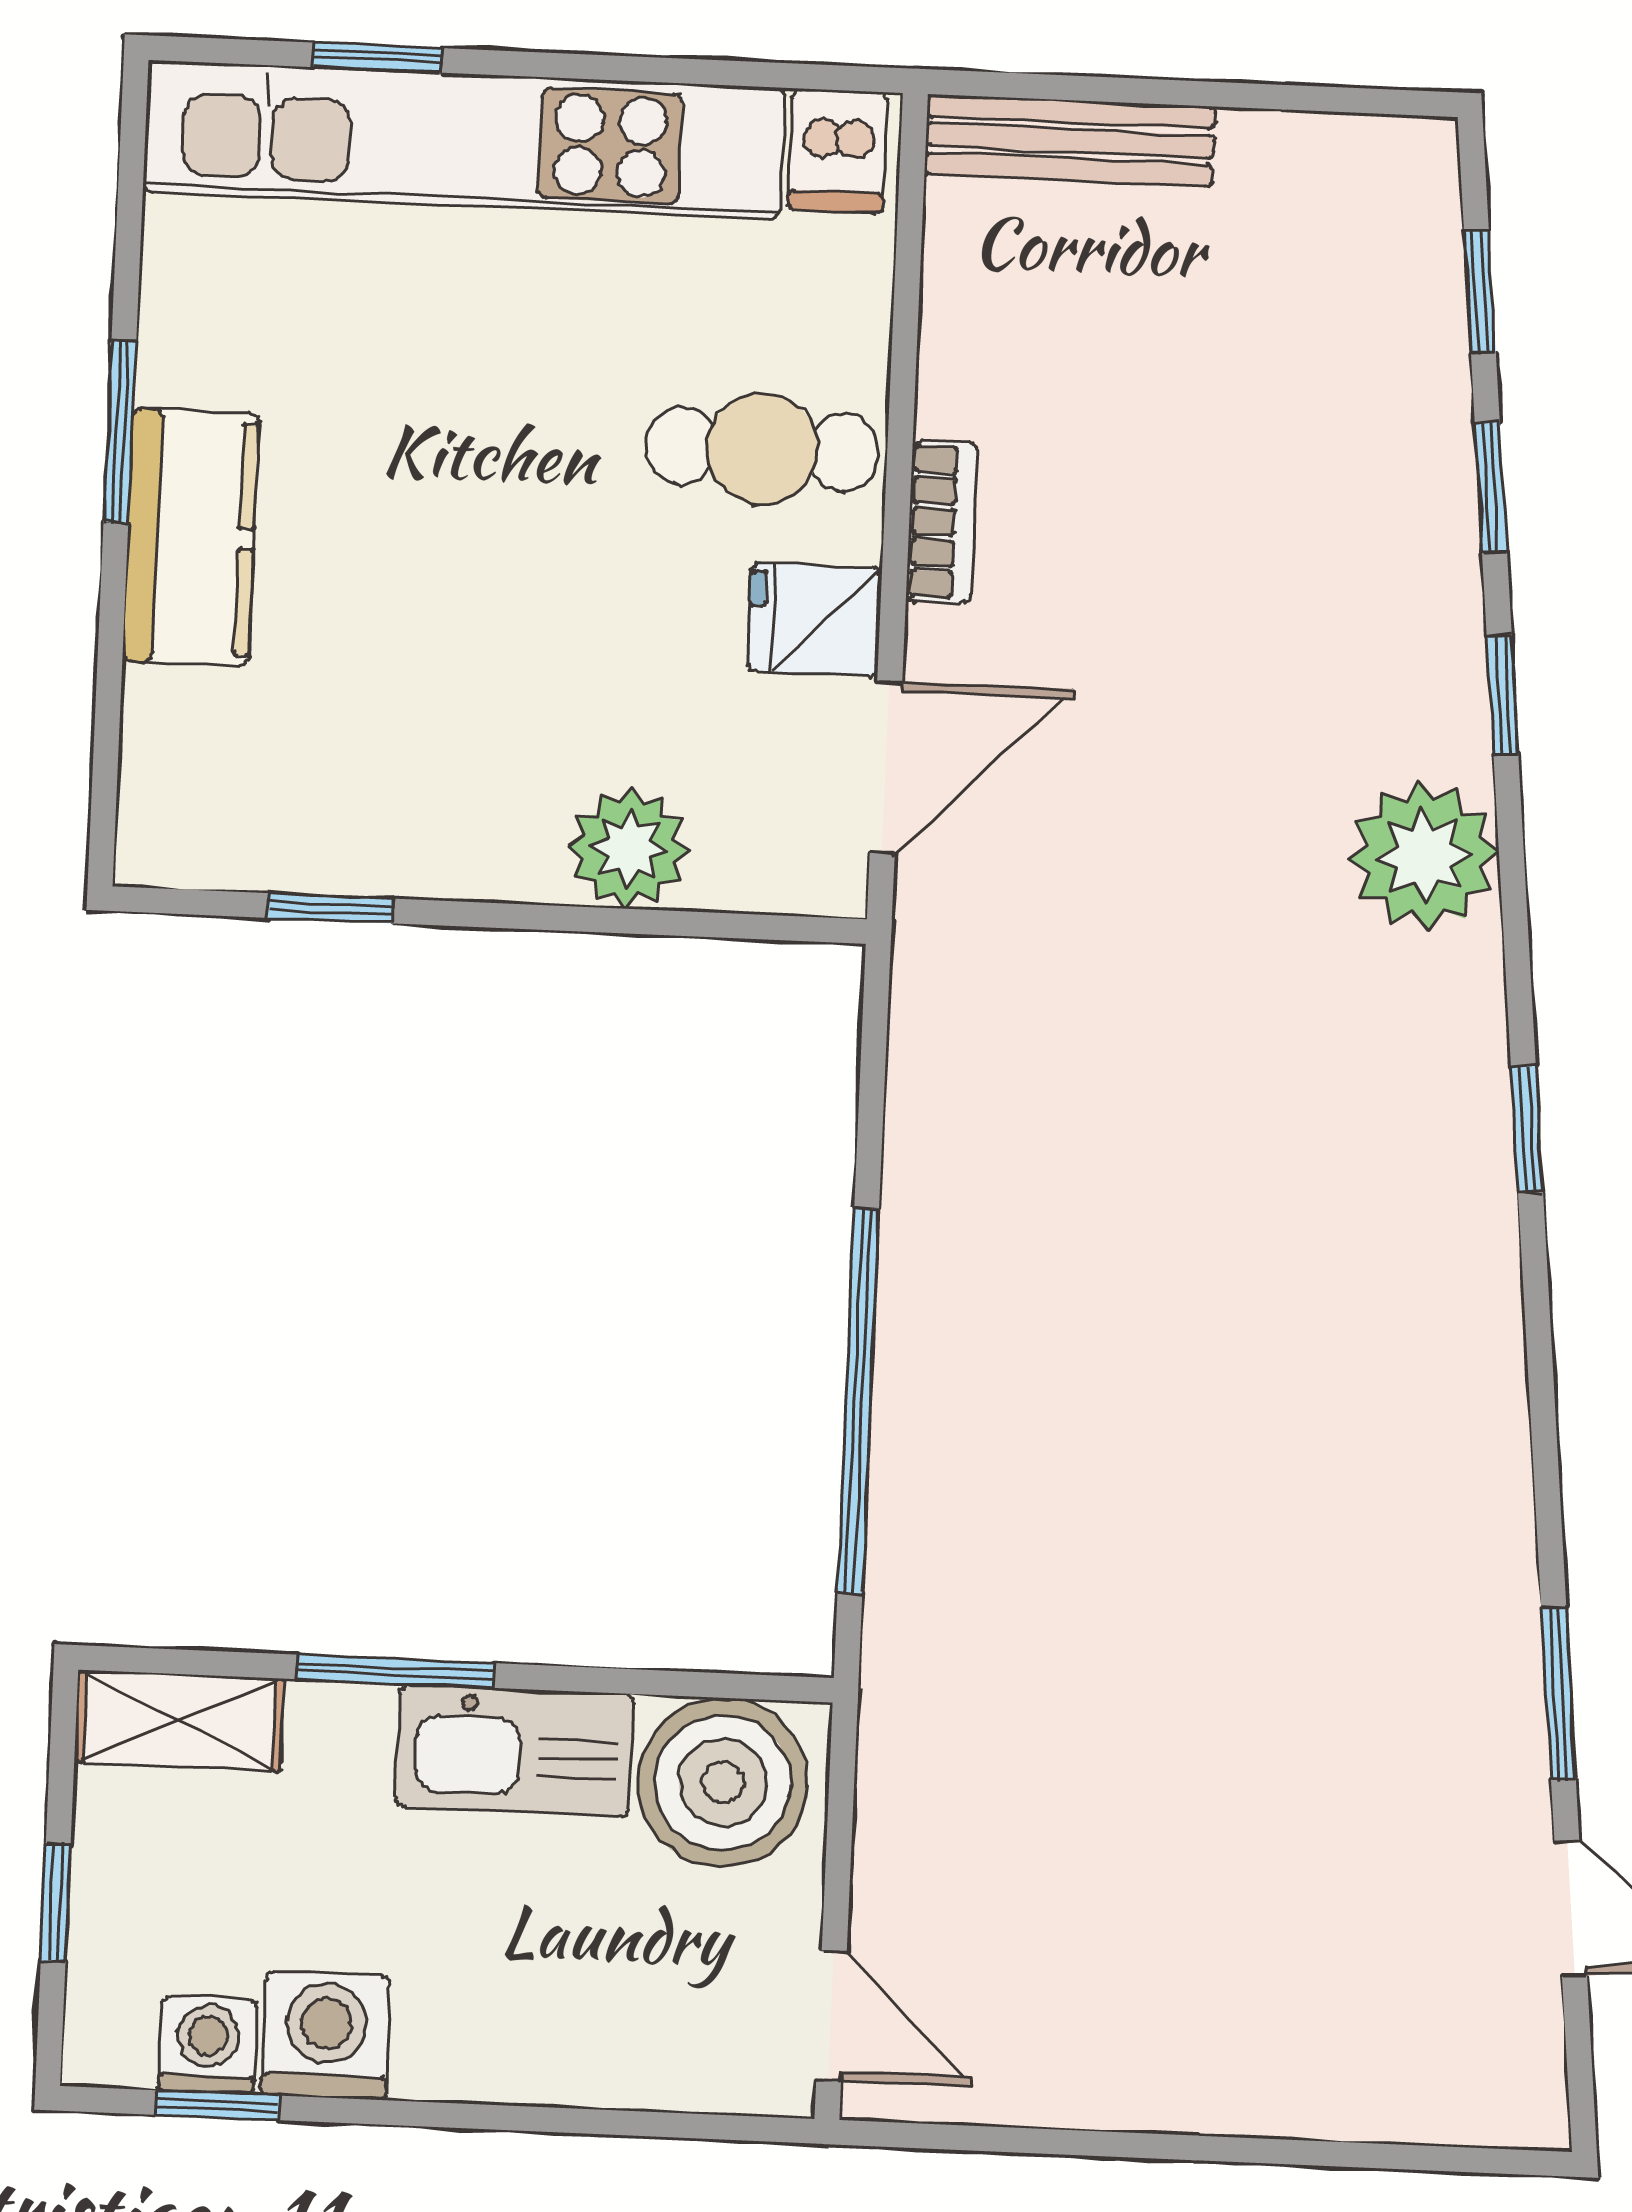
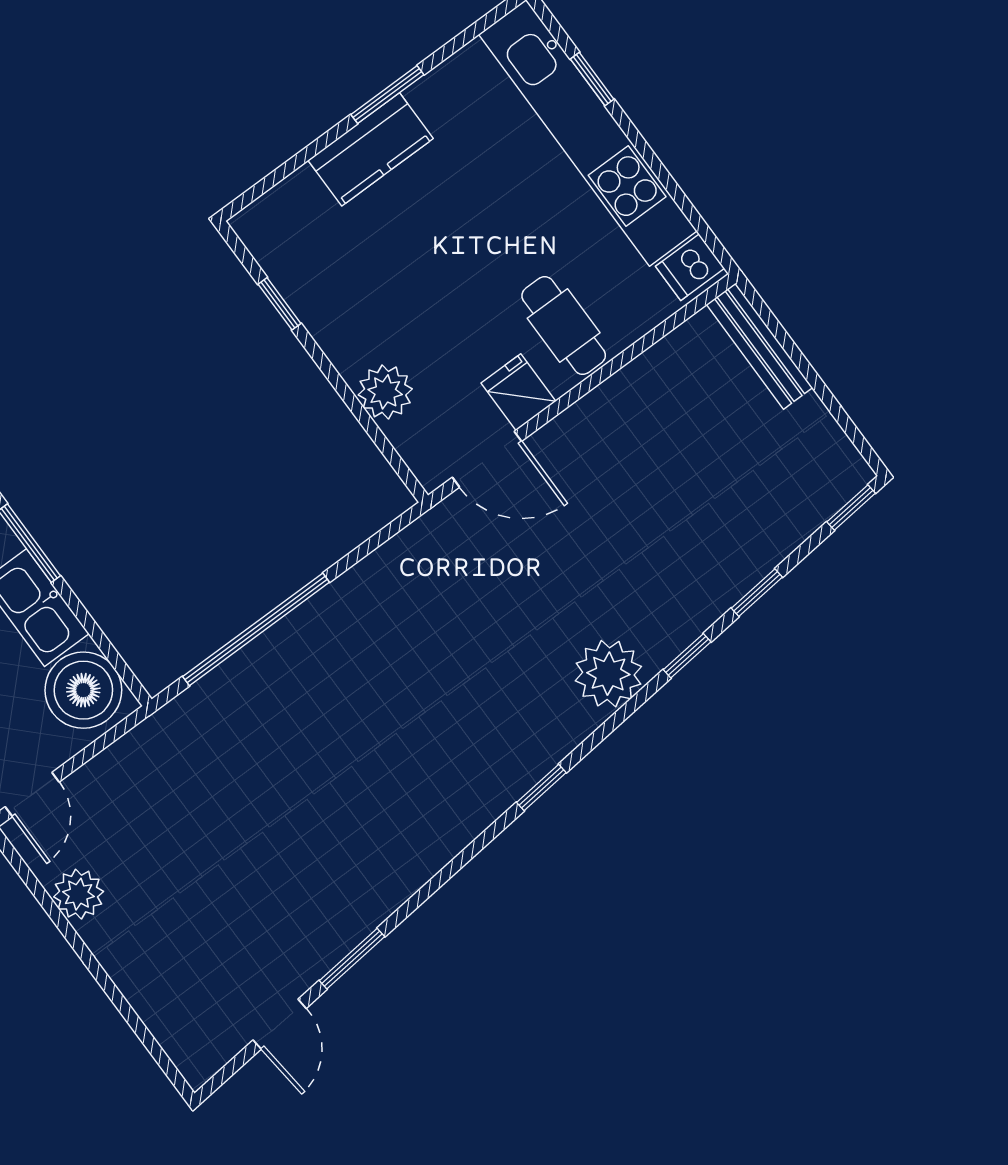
window: (1480, 291) -> (851, 508), moved
bookcase: (941, 522) -> (589, 409), removed
plant: (1067, 2074) -> (79, 894), added

